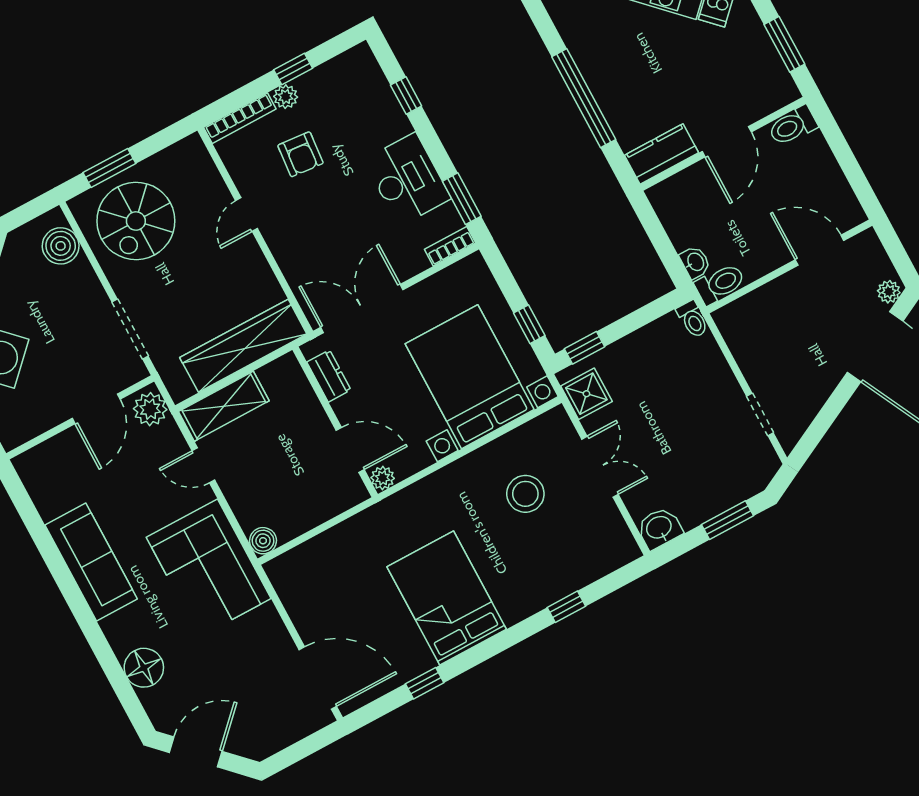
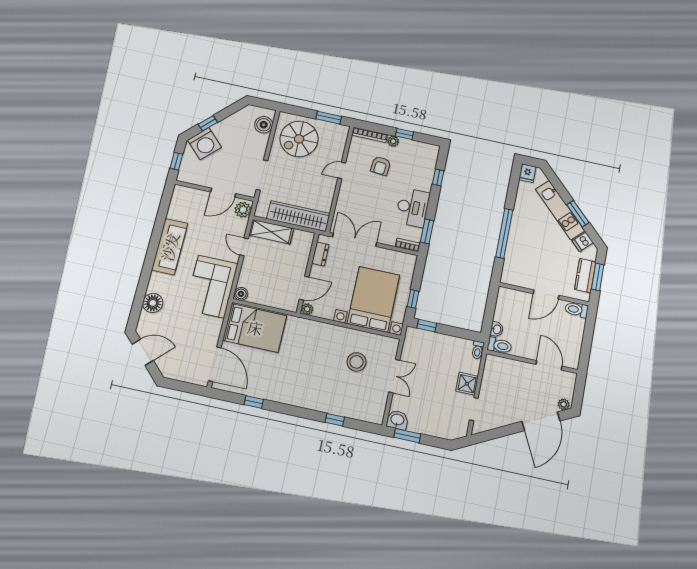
kitchen counter: (661, 154) -> (585, 276), moved, turned -90
window: (109, 168) -> (329, 118), moved
shower: (586, 394) -> (467, 384), moved
door: (350, 450) -> (304, 288), hinge flipped
window: (727, 520) -> (407, 436), moved
bed: (447, 598) -> (255, 328), moved, turned 90

